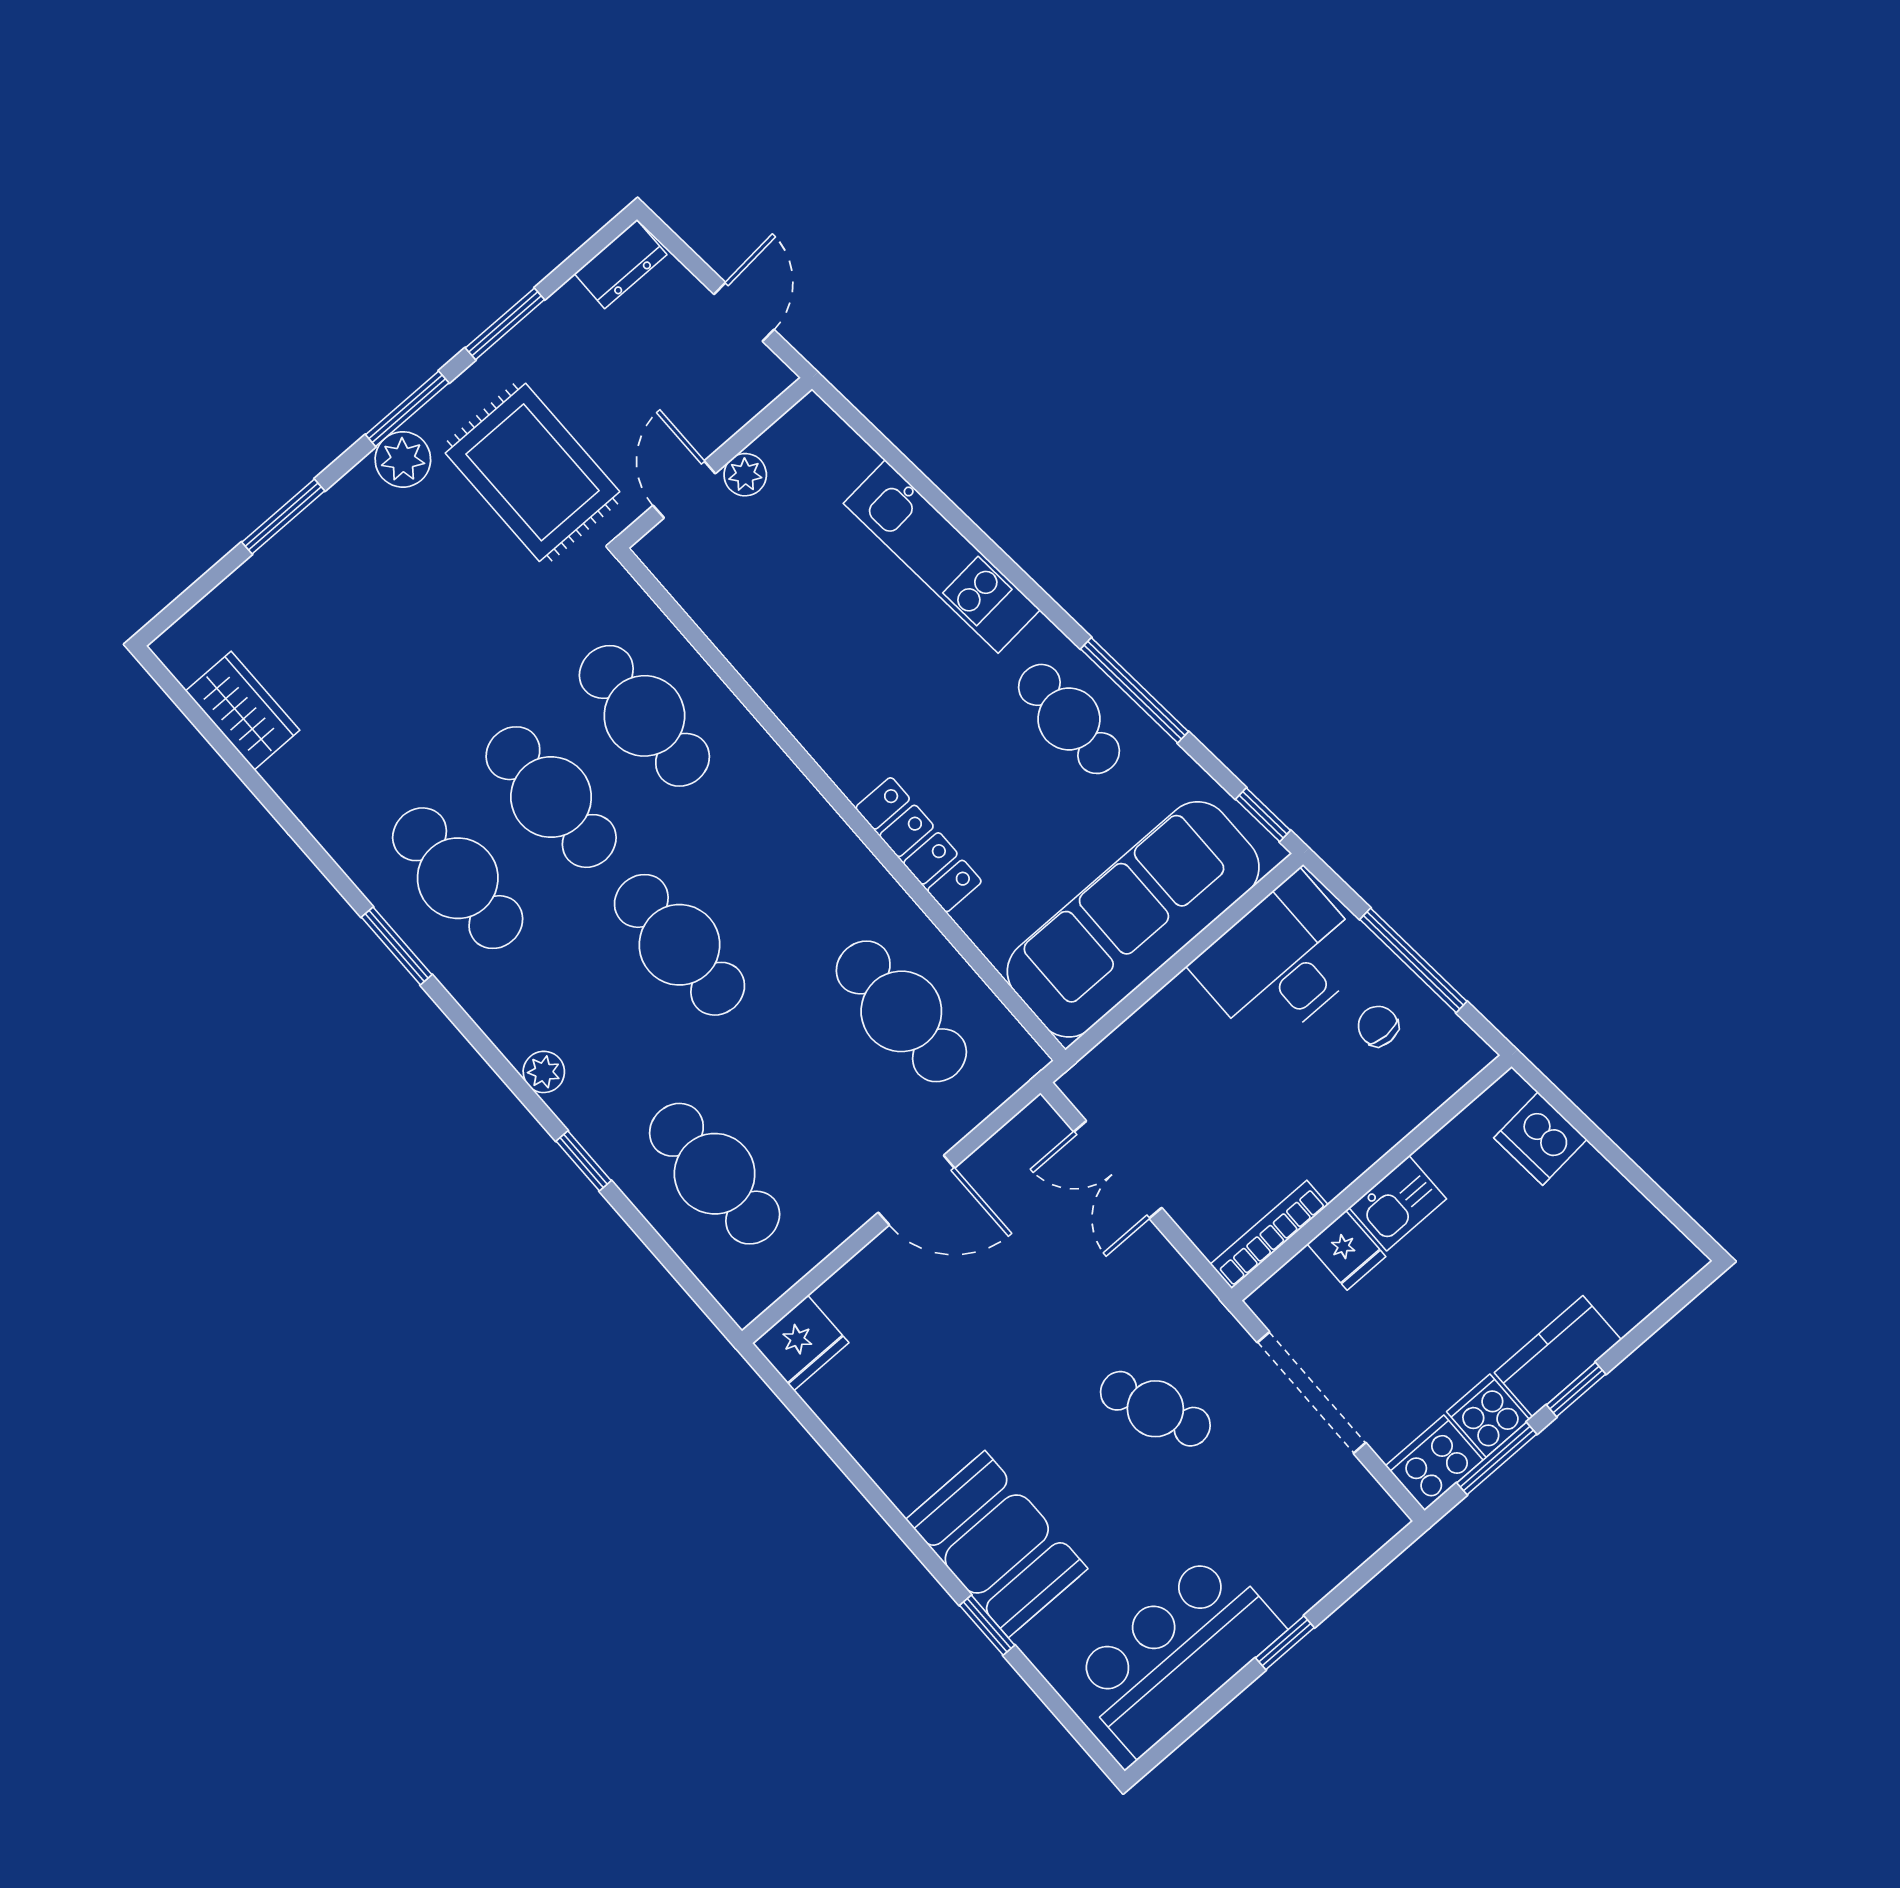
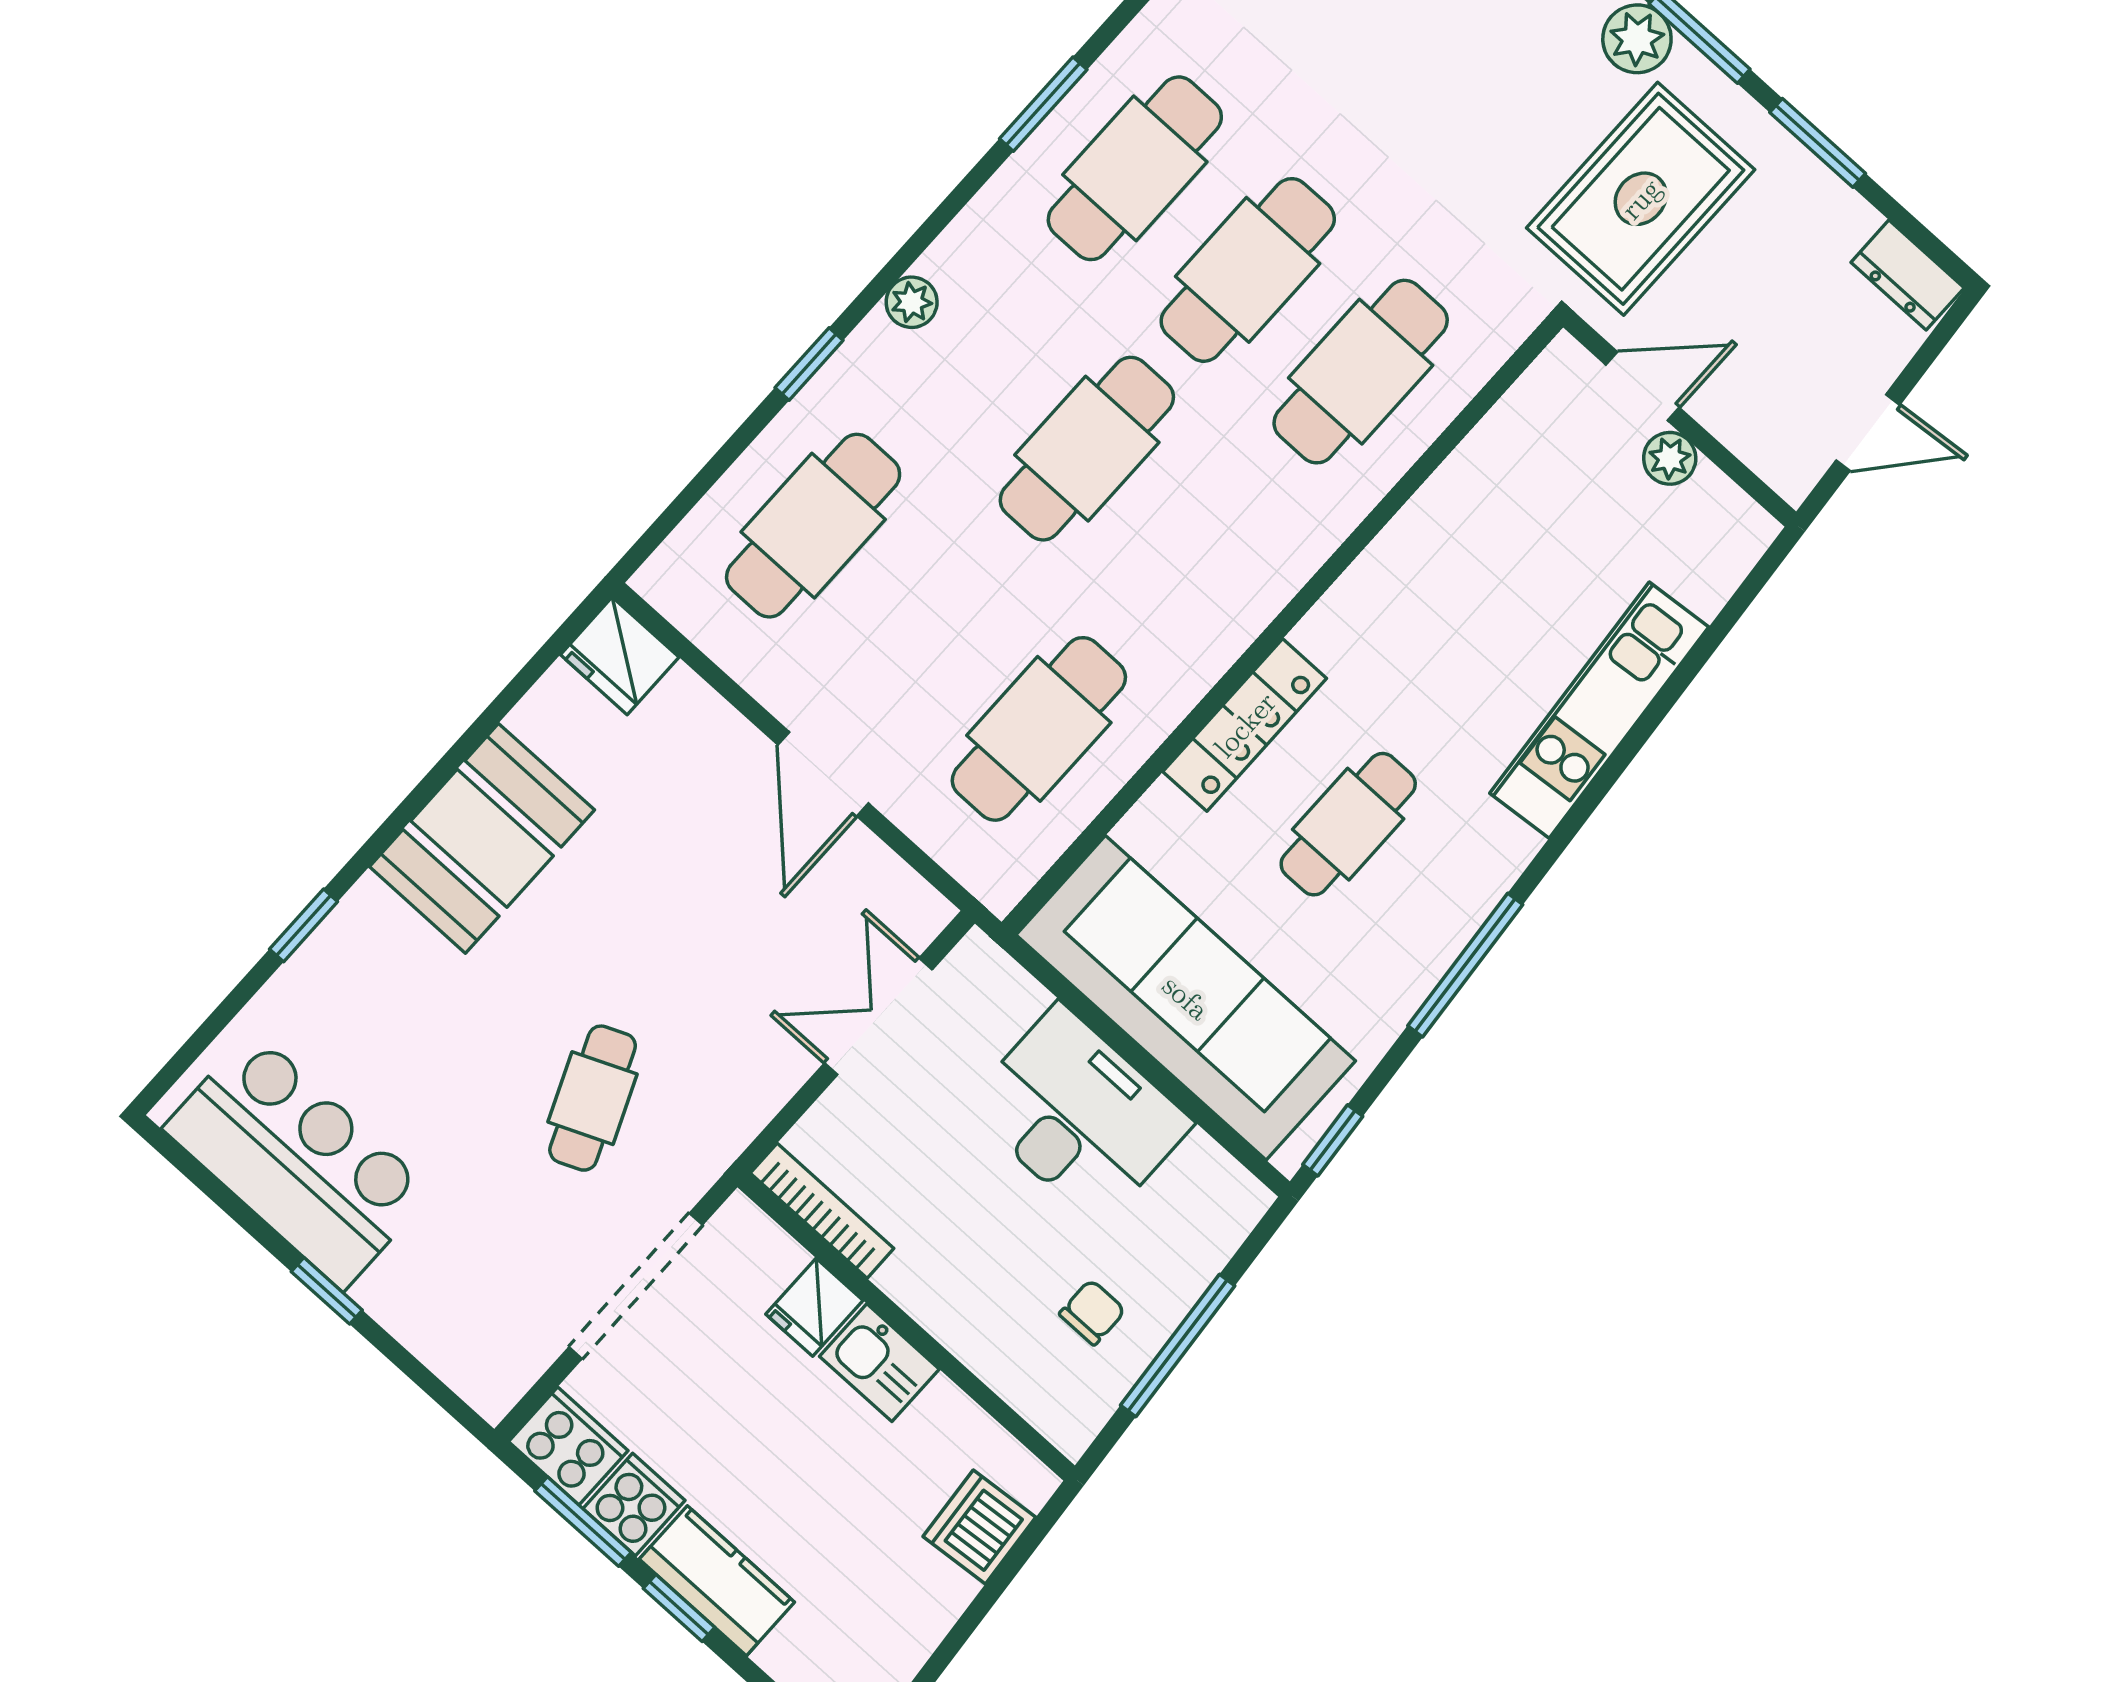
cafe table: (1069, 719) -> (1348, 824), moved
desk: (1282, 962) -> (1079, 1115), moved
booth: (997, 1544) -> (482, 838), moved

